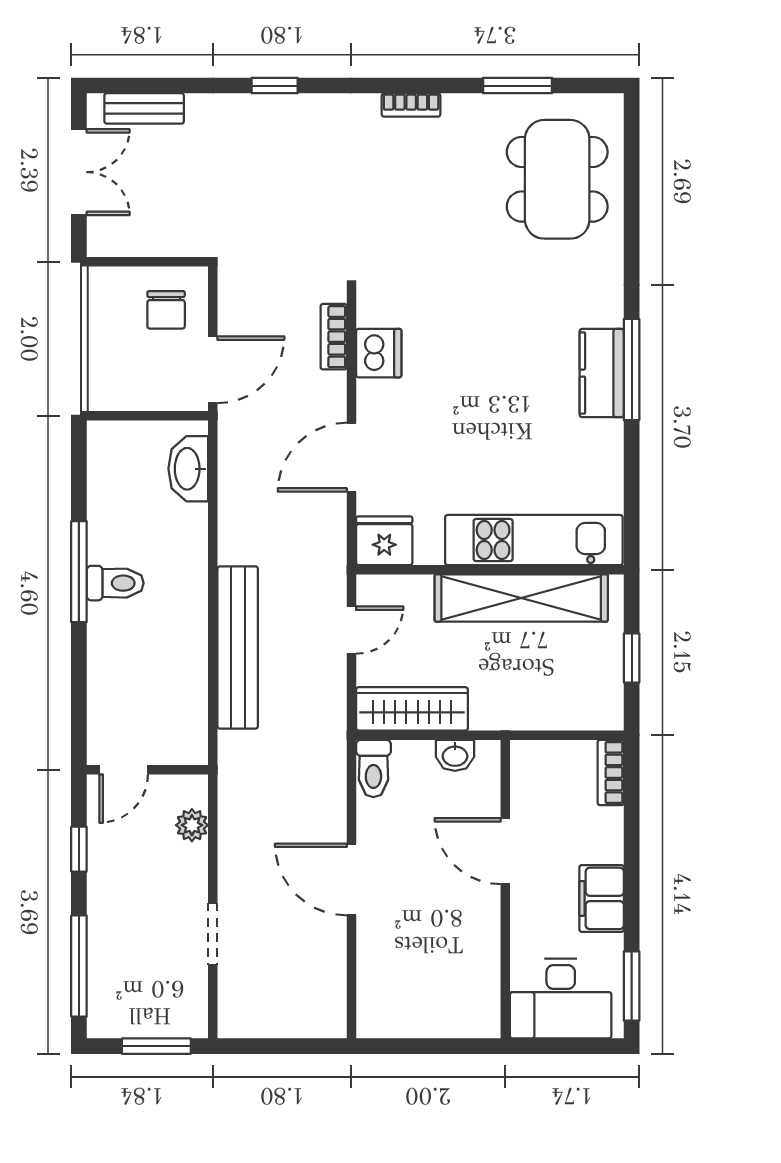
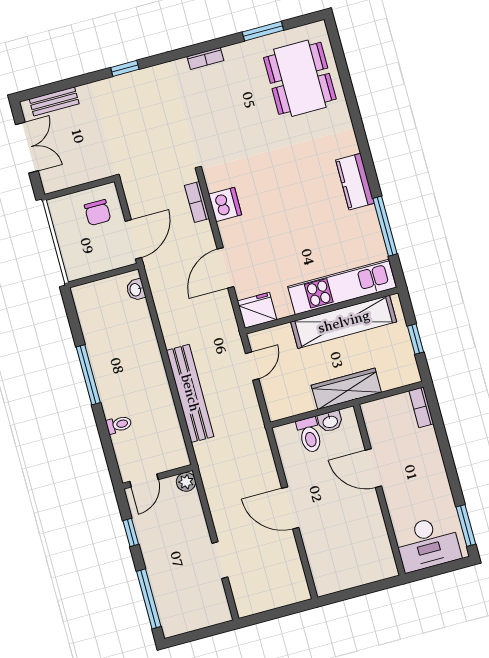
window: (632, 370) -> (385, 226), moved
washbasin: (188, 469) -> (136, 290), width x0.52, depth x0.69
toilet: (115, 583) -> (119, 425), moved, width x0.73, depth x0.72
wardrobe: (412, 709) -> (346, 389), moved
toilet: (373, 768) -> (310, 435), moved
plant: (192, 825) -> (186, 482), moved
filing cabinet: (602, 898) -> (435, 480), removed
window: (156, 1046) -> (205, 633), removed

